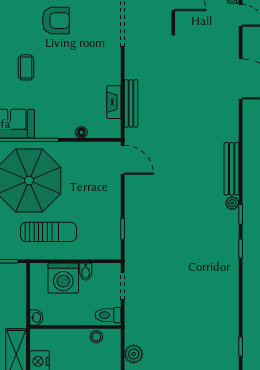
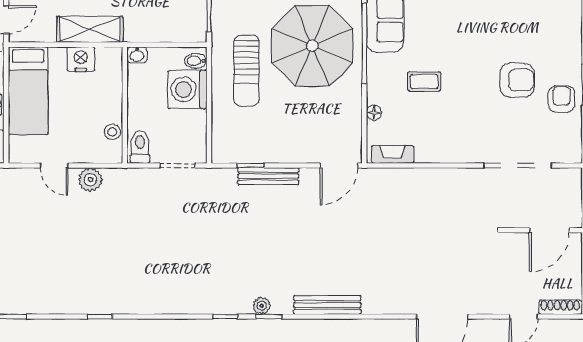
armchair: (56, 21) -> (517, 80), turned -90
coffee table: (26, 67) -> (424, 81), moved
fireplace: (114, 102) -> (393, 154), moved
bench: (131, 103) -> (268, 176), moved
plant: (232, 203) -> (262, 306), moved
bidet: (86, 272) -> (196, 61), moved

